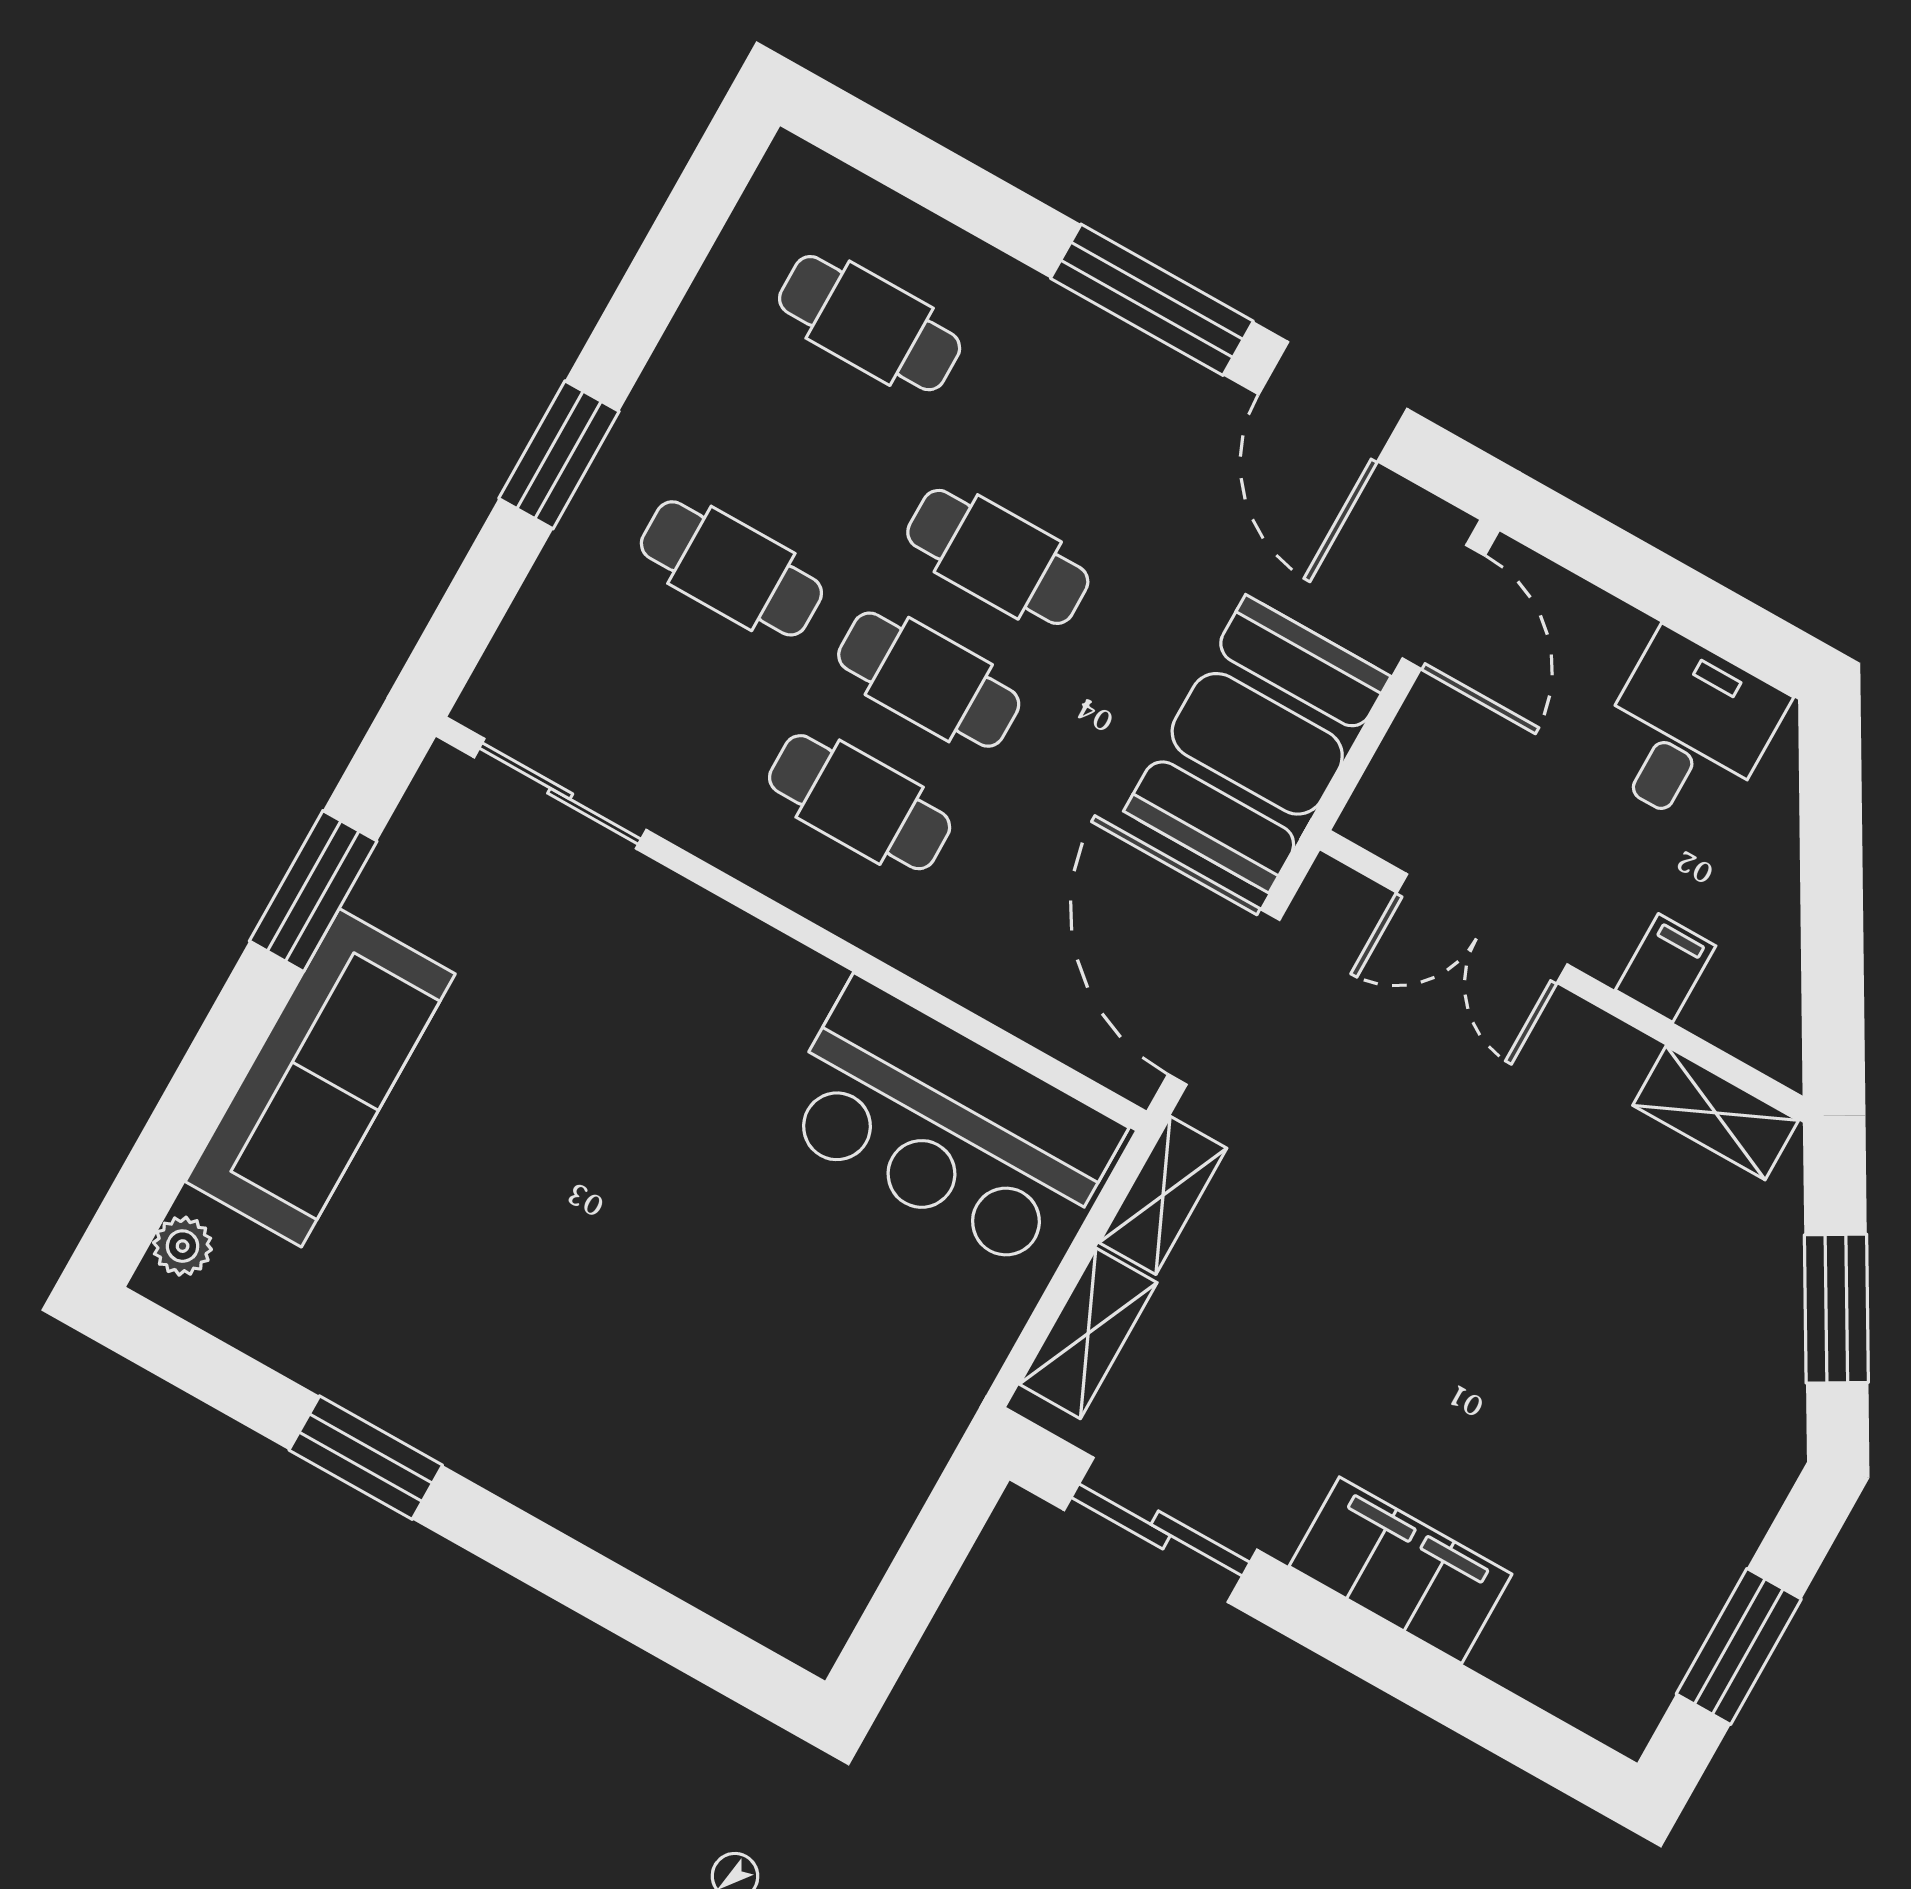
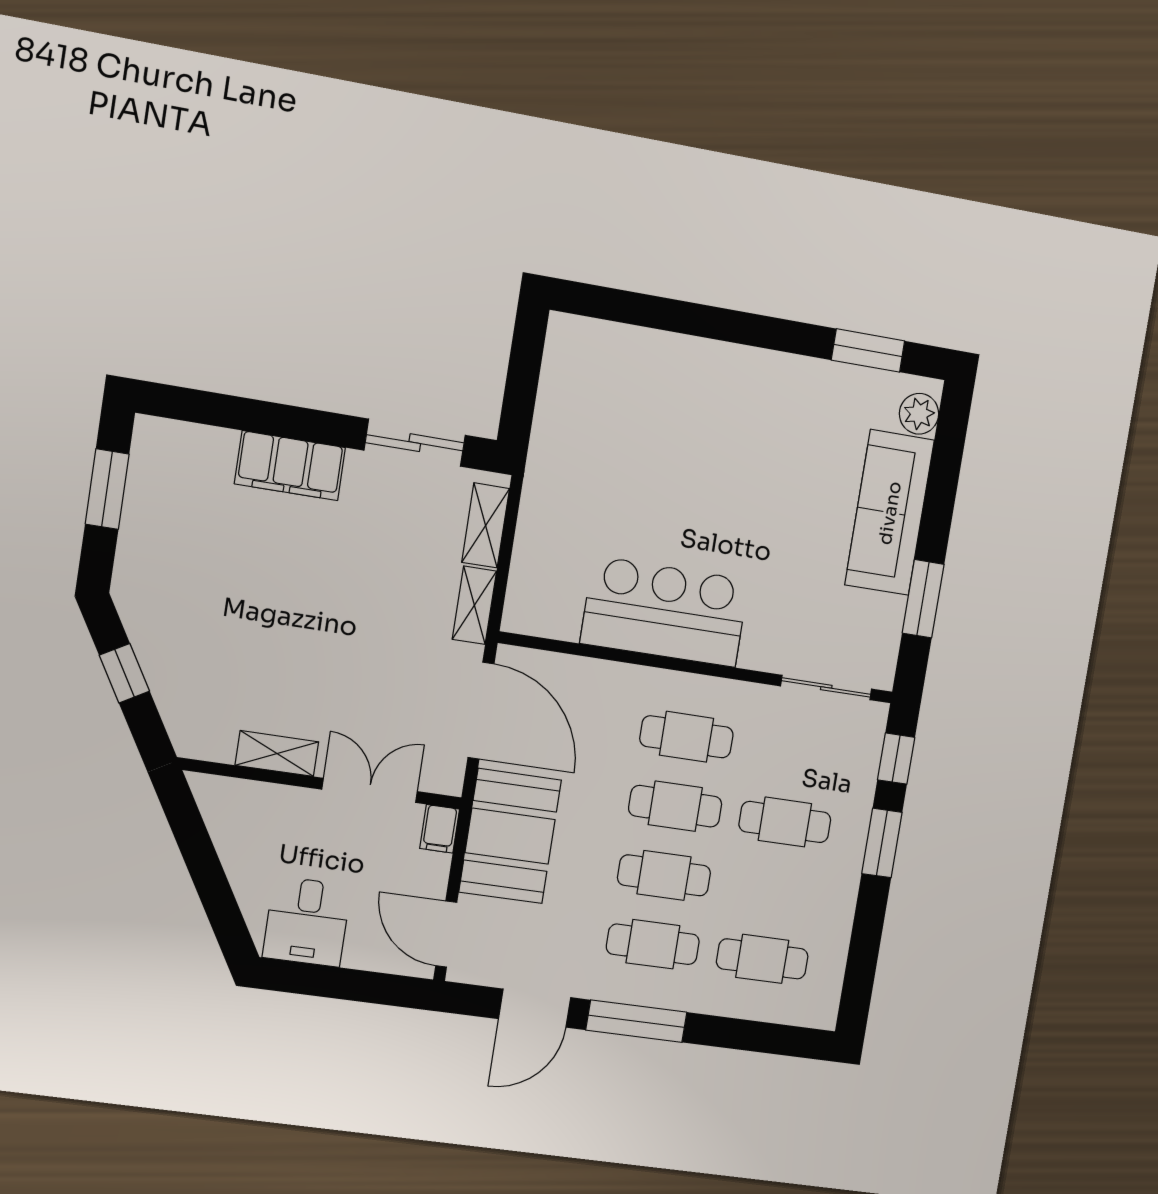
door: (1333, 402) -> (535, 1008), swing flipped
cafe table: (1067, 434) -> (653, 944), added
window: (474, 606) -> (896, 759), added
filing cabinet: (1666, 968) -> (440, 829), moved
shelving: (1716, 1113) -> (277, 754), moved
bar counter: (948, 1126) -> (665, 612), moved
plant: (183, 1246) -> (919, 414), width x1.38, depth x1.38
window: (1836, 1309) -> (124, 673), width x0.67
window: (366, 1458) -> (868, 350), moved

